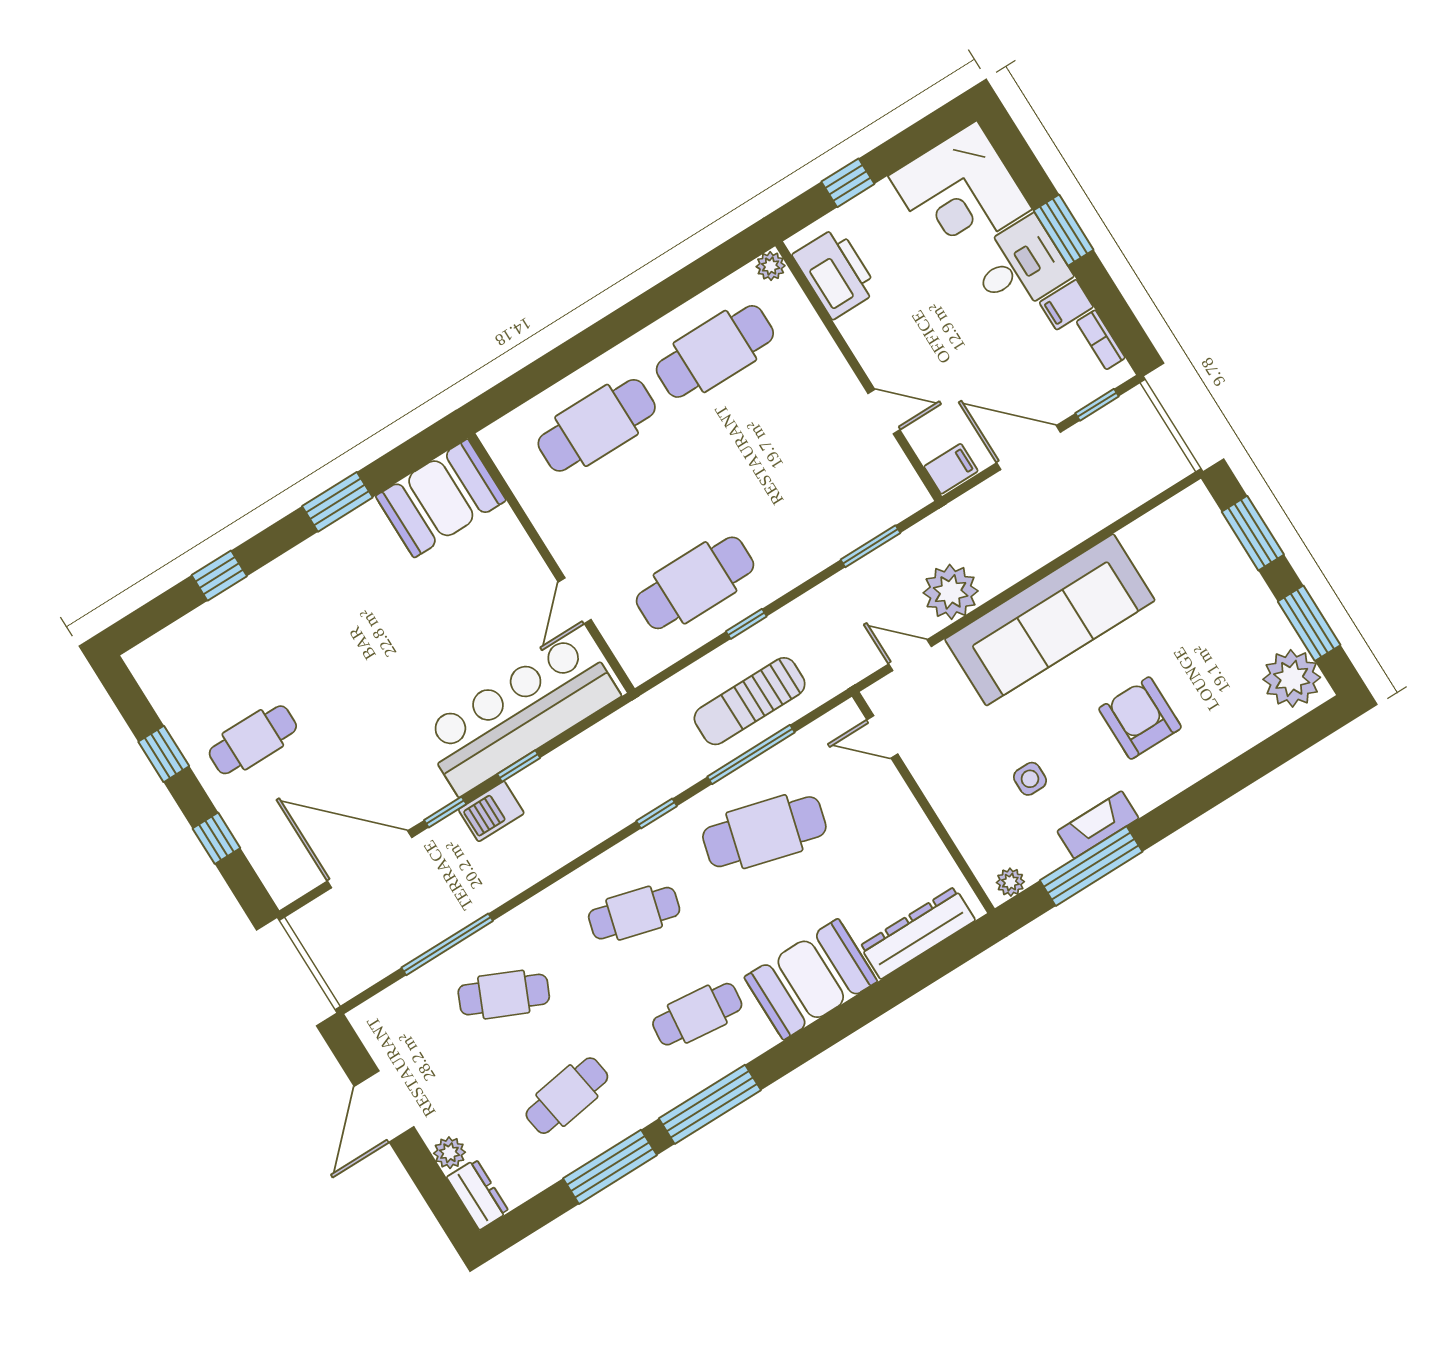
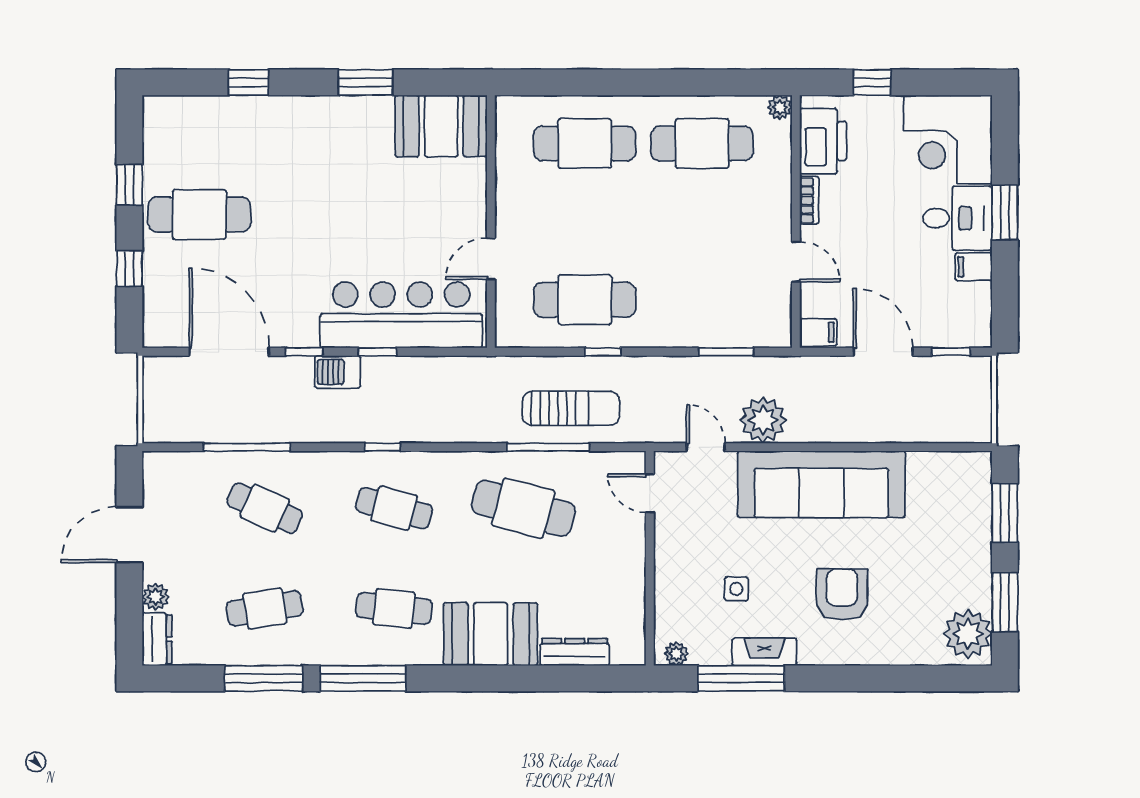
bookcase: (1101, 340) -> (809, 200), moved, turned 180
sun lounger: (750, 701) -> (571, 408), turned 180
cafe table: (253, 740) -> (199, 215), width x1.37, depth x1.35
window: (657, 813) -> (383, 447), moved
dresser: (918, 933) -> (575, 652), width x0.73, depth x0.80

